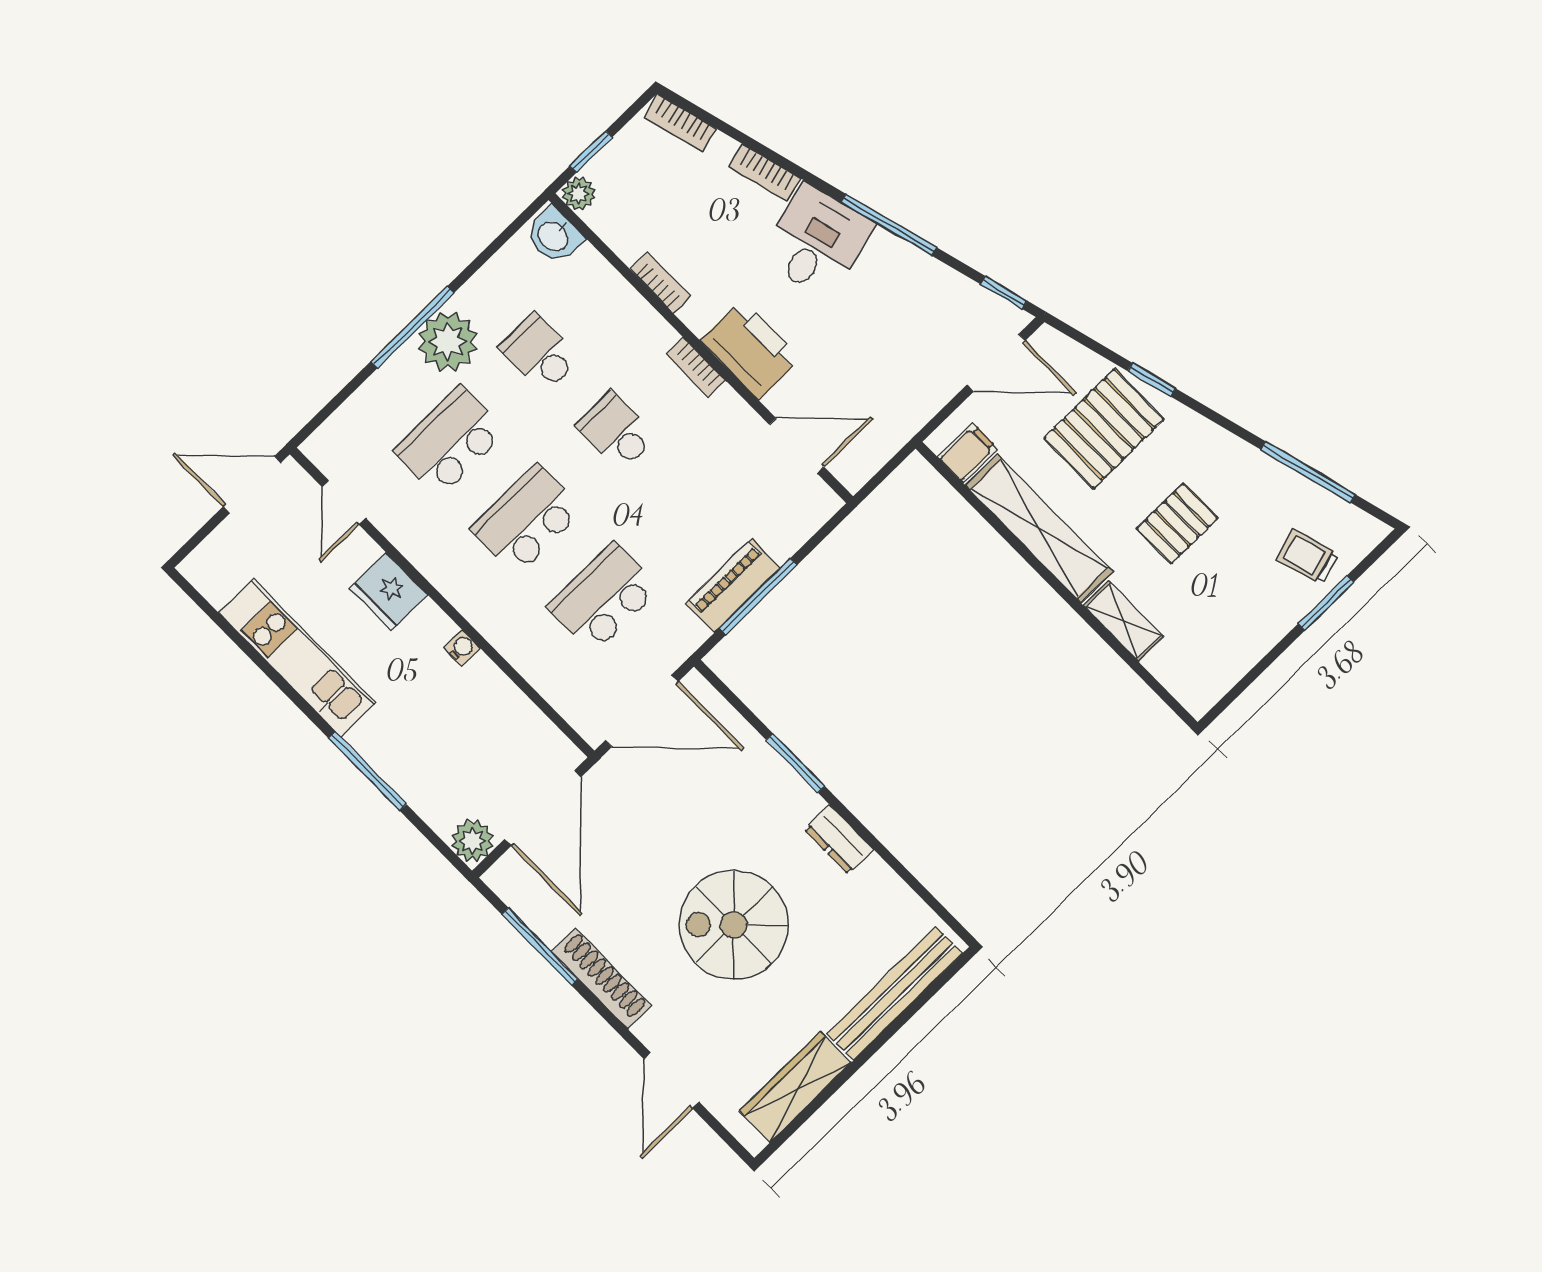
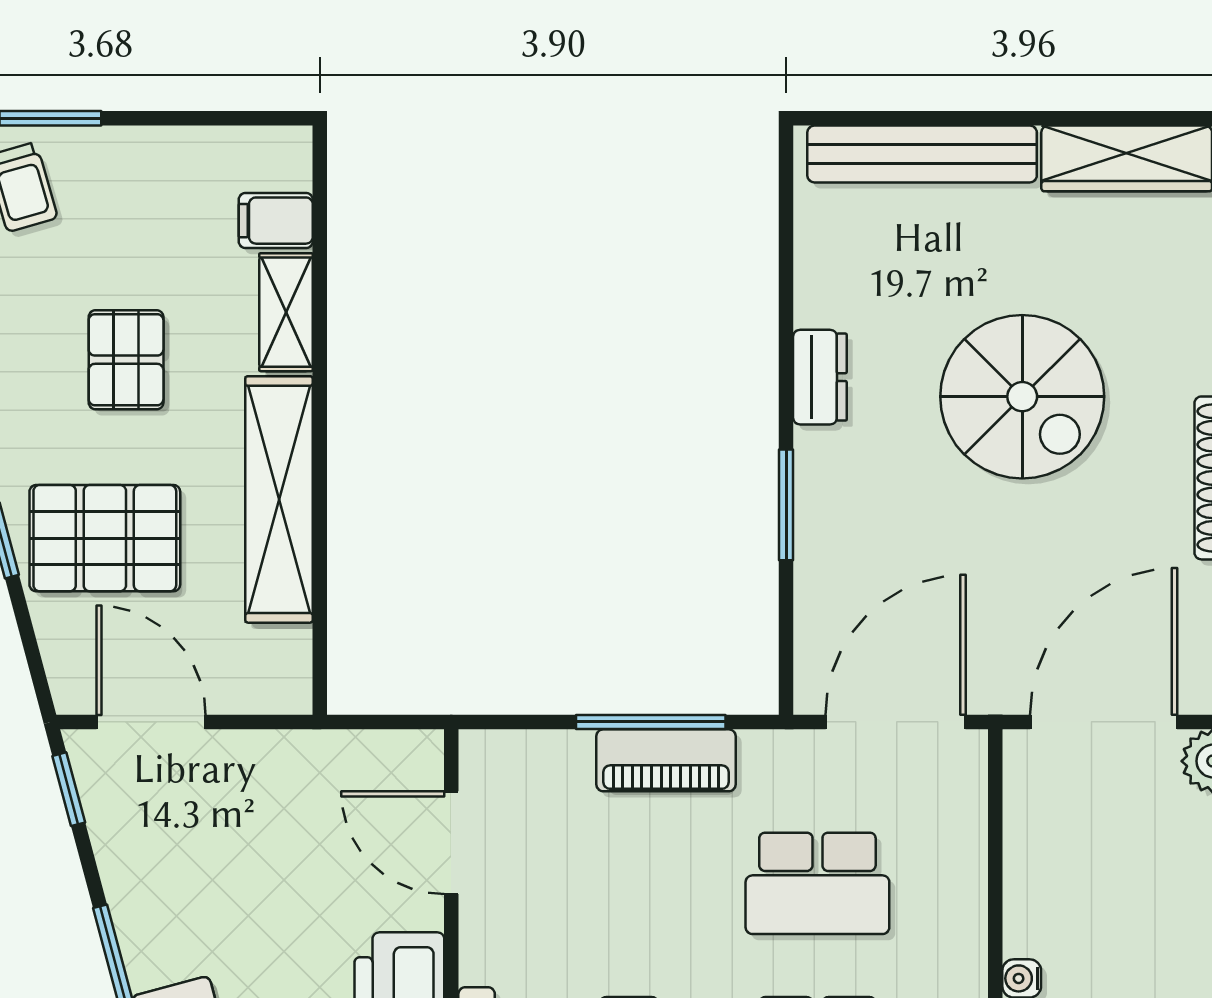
filing cabinet: (968, 453) -> (276, 221), moved
pallet: (1177, 524) -> (126, 360), turned 90
door: (642, 711) -> (896, 722), hinge flipped

